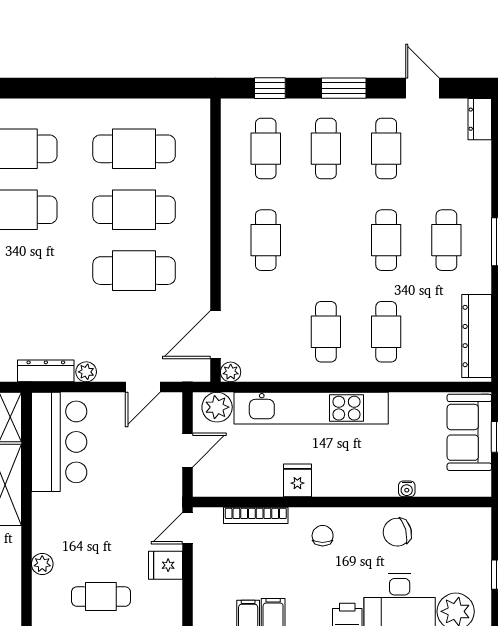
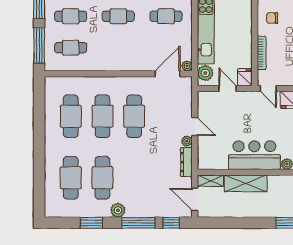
window: (270, 88) -> (39, 45), width x2.17
cafe table: (266, 240) -> (118, 16), moved
door: (216, 335) -> (168, 74), swing flipped
door: (143, 387) -> (195, 127), moved
bar counter: (59, 442) -> (254, 155), moved
fridge: (297, 480) -> (245, 77), moved, turned 90

